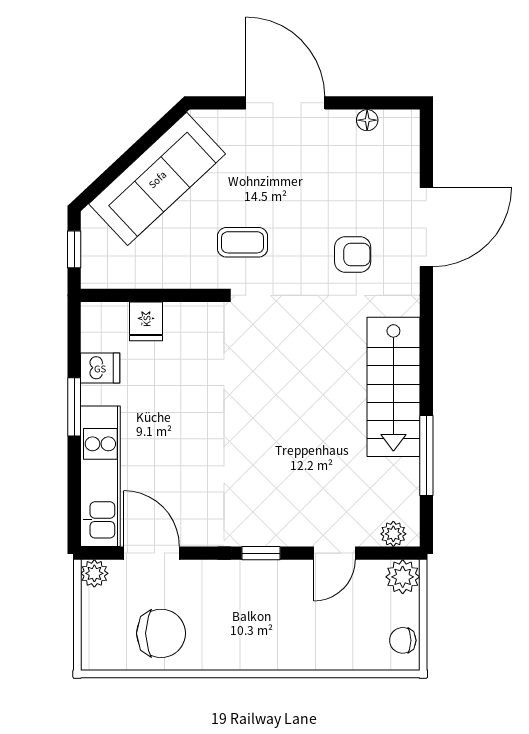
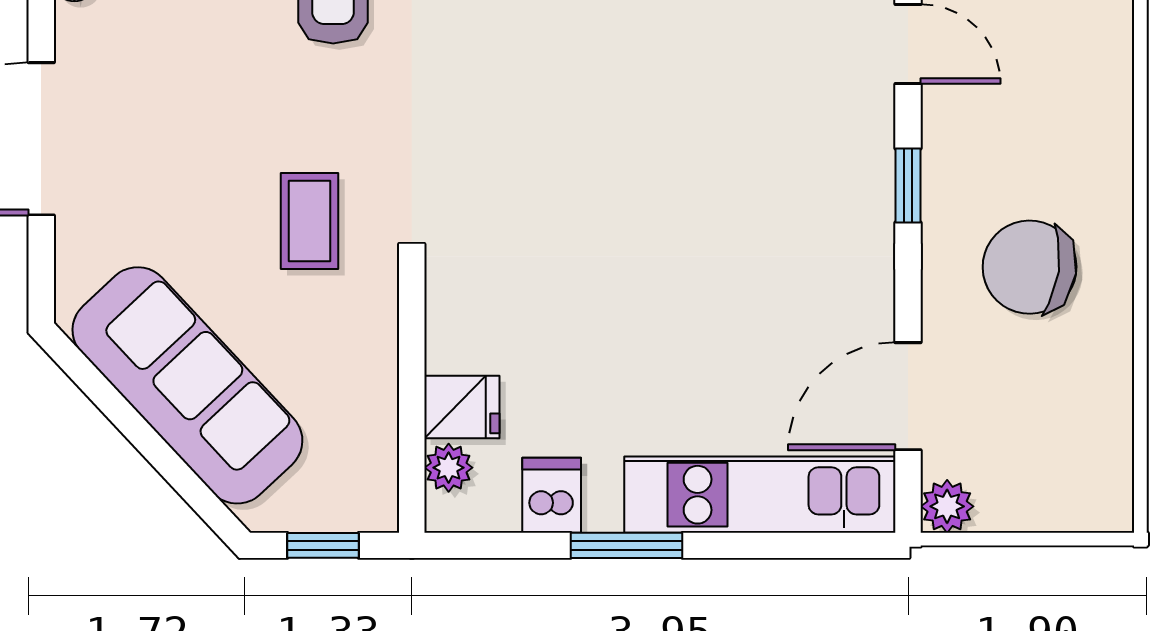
plant: (114, 314) -> (449, 468), added
chair: (161, 633) -> (1030, 267), moved, turned -82

